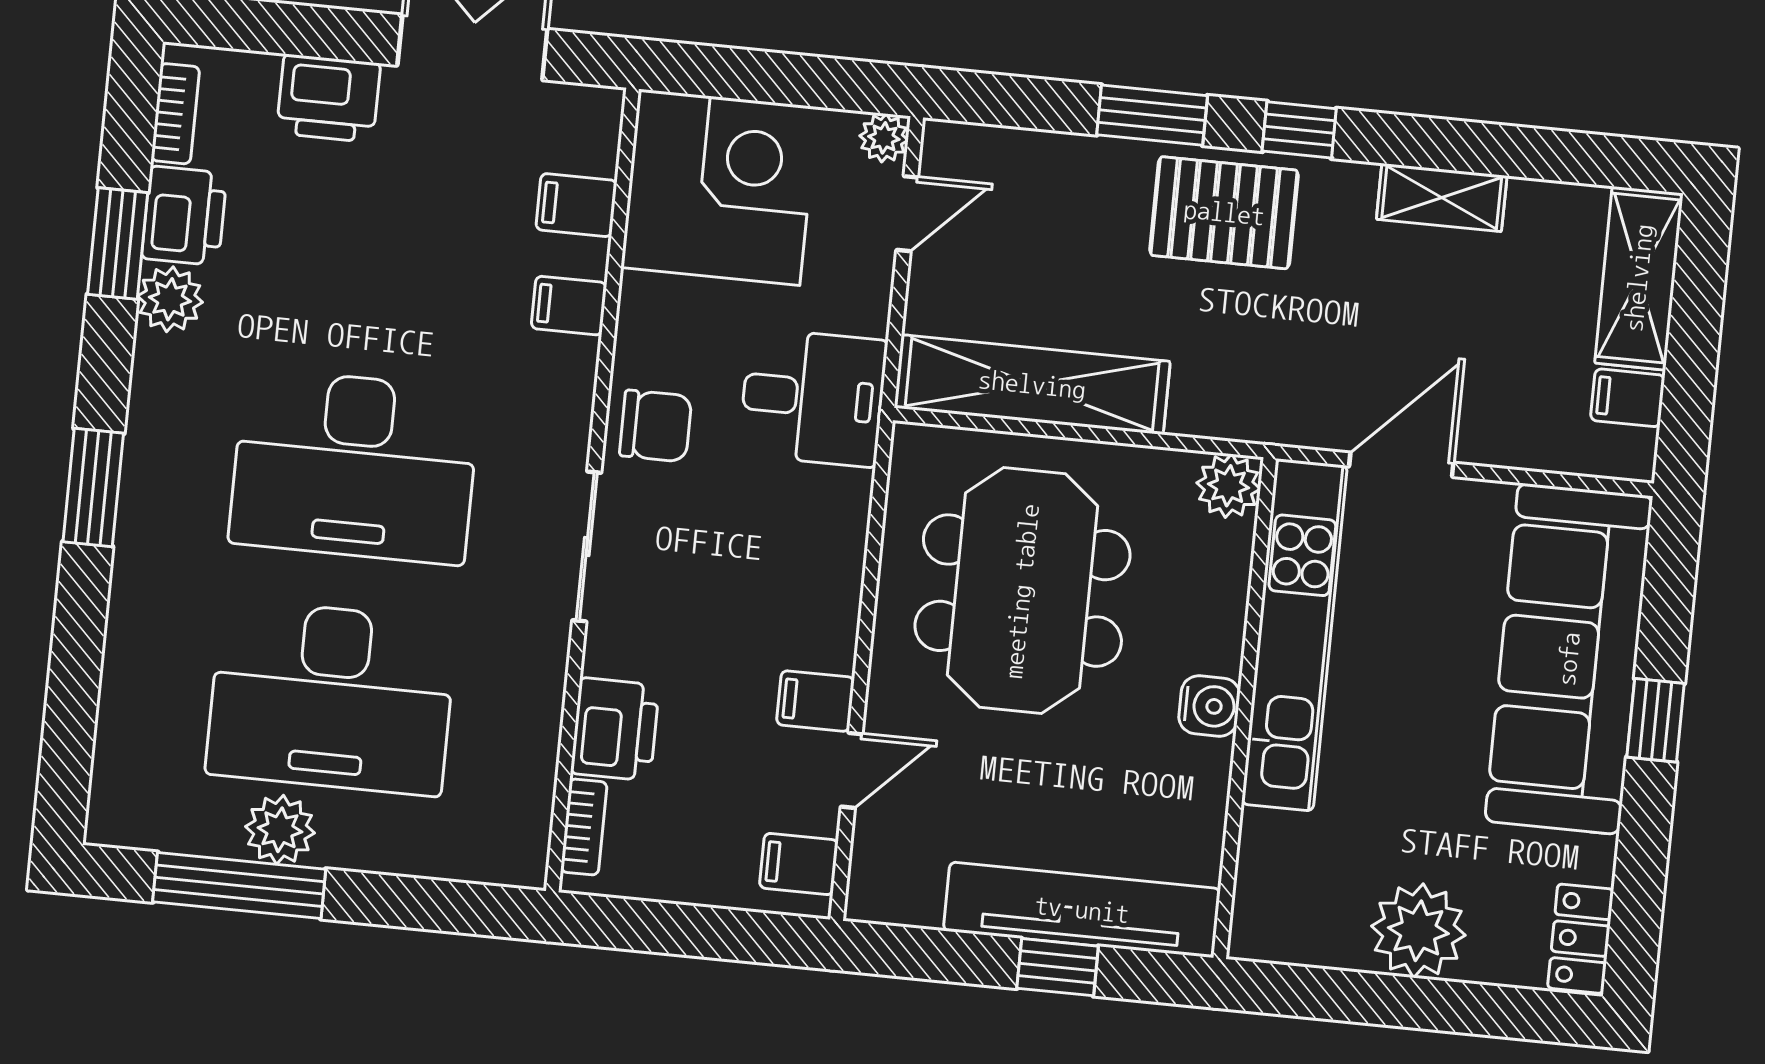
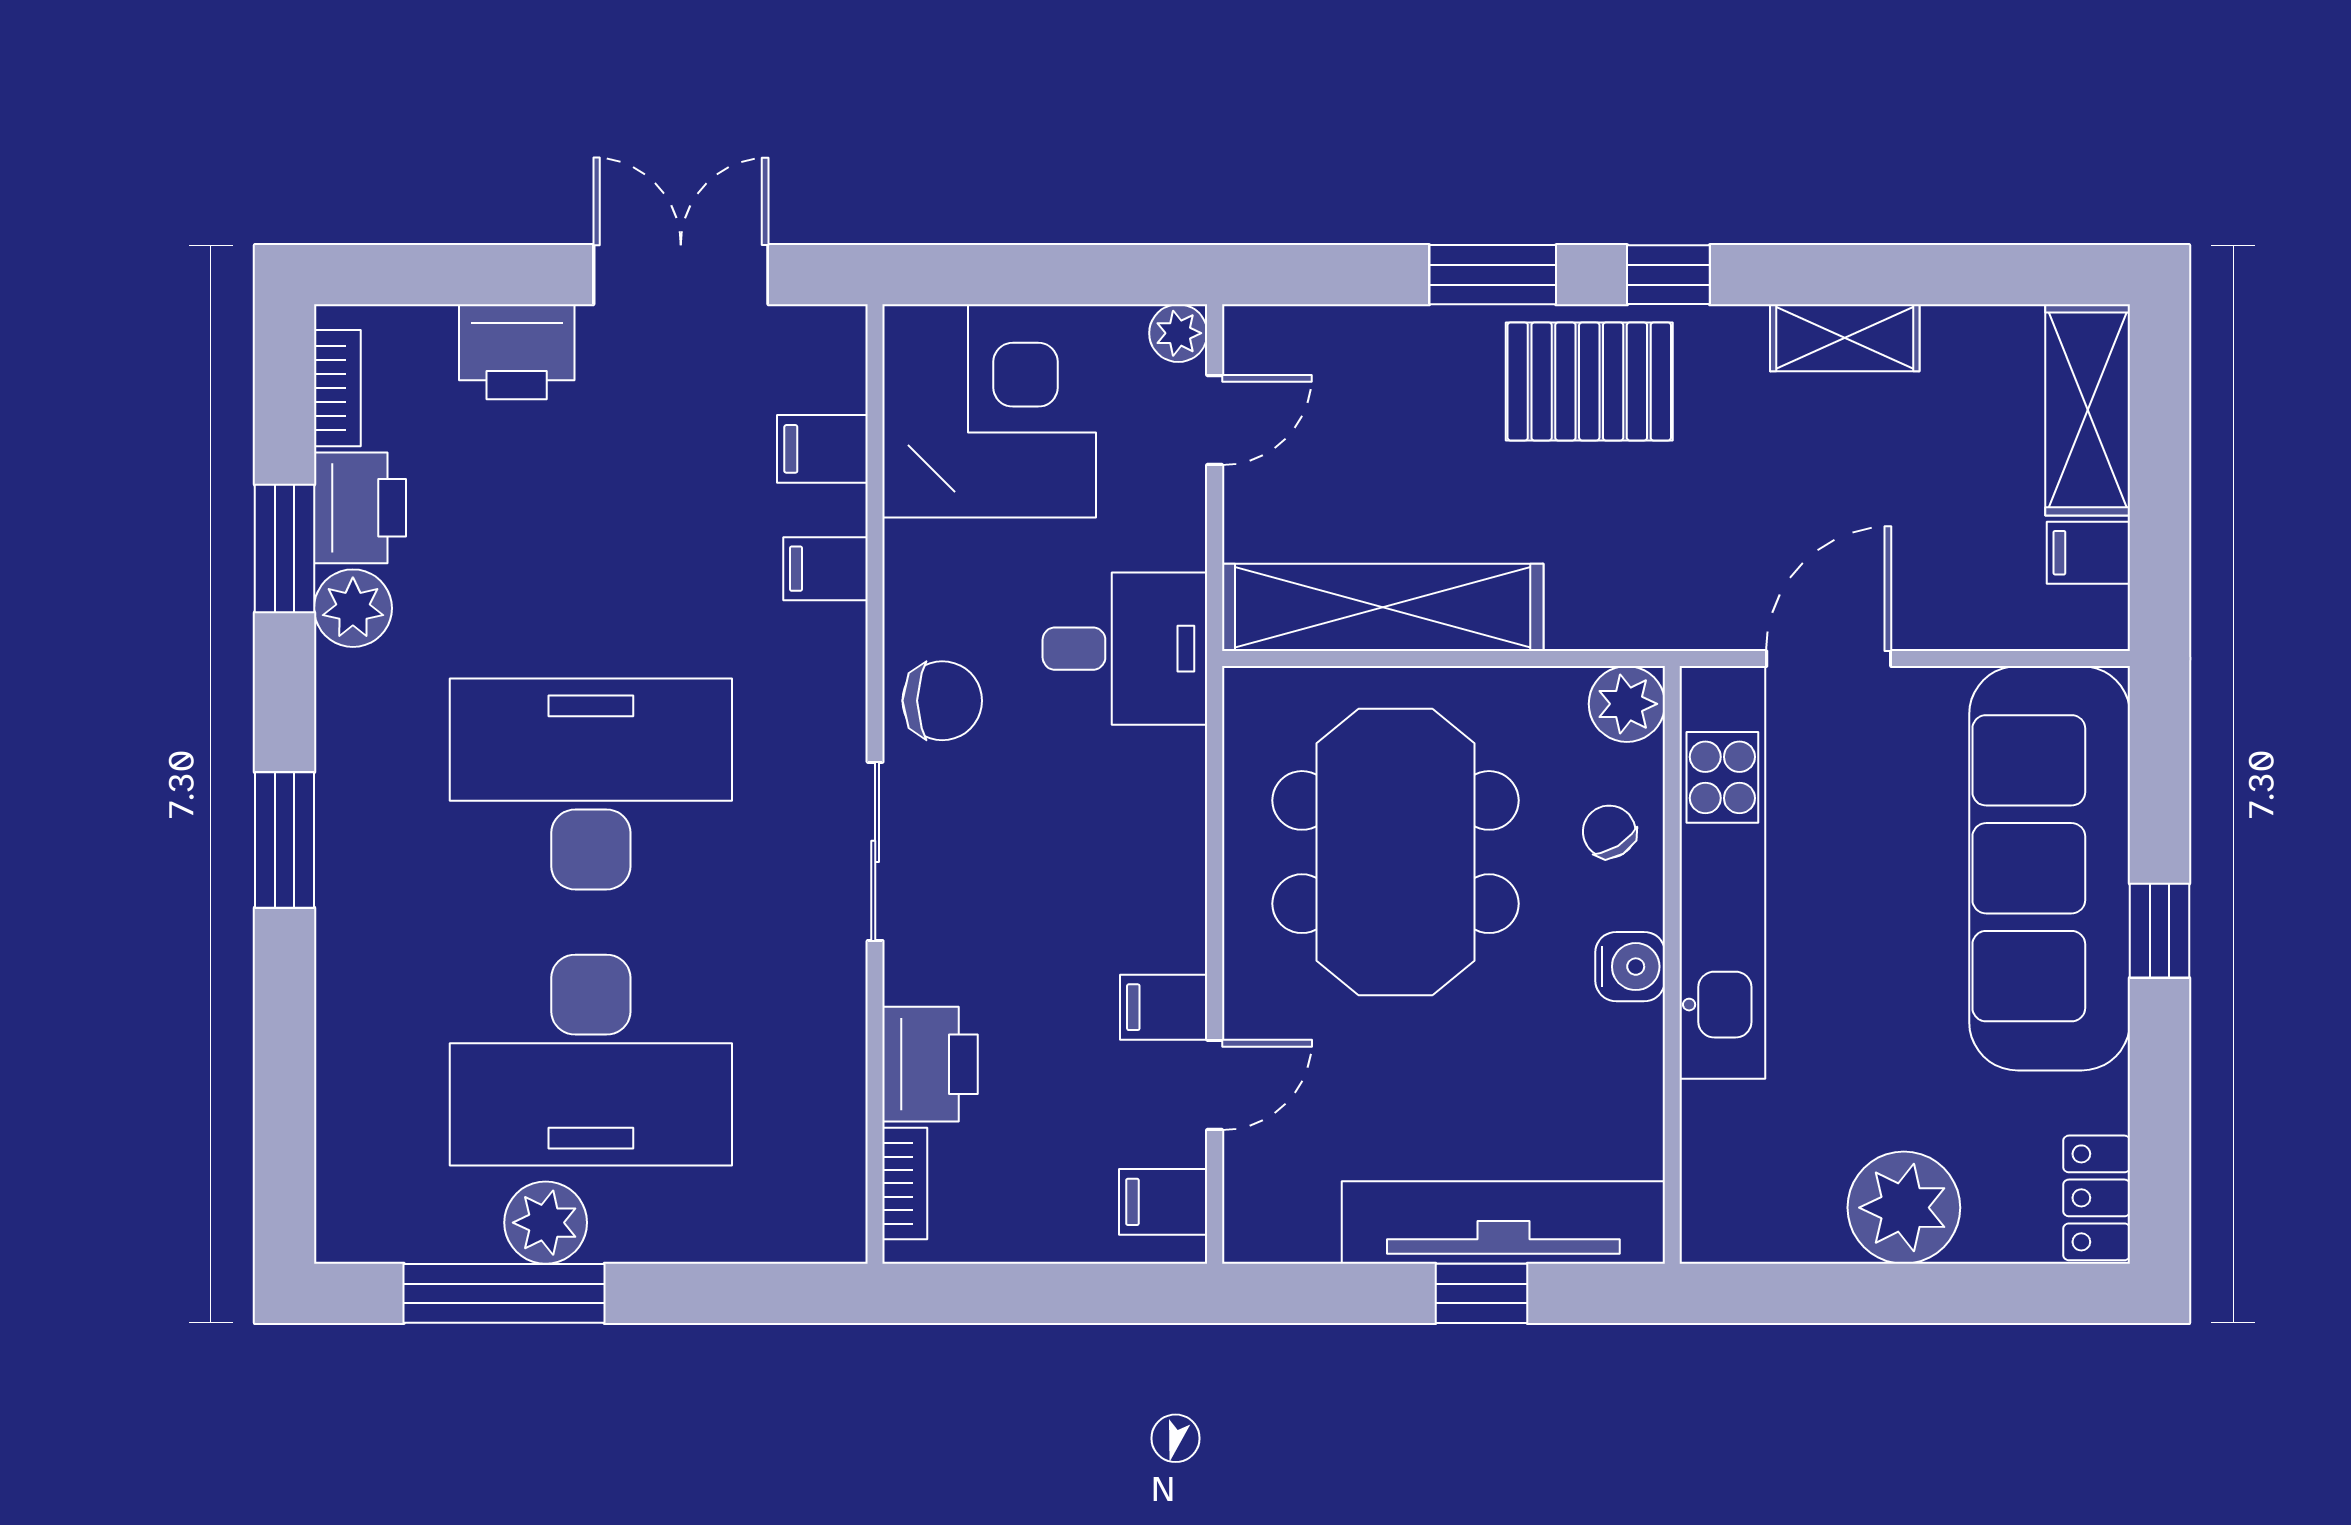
desk: (354, 466) -> (591, 784), turned 180
chair: (1203, 591) -> (1609, 832), added

